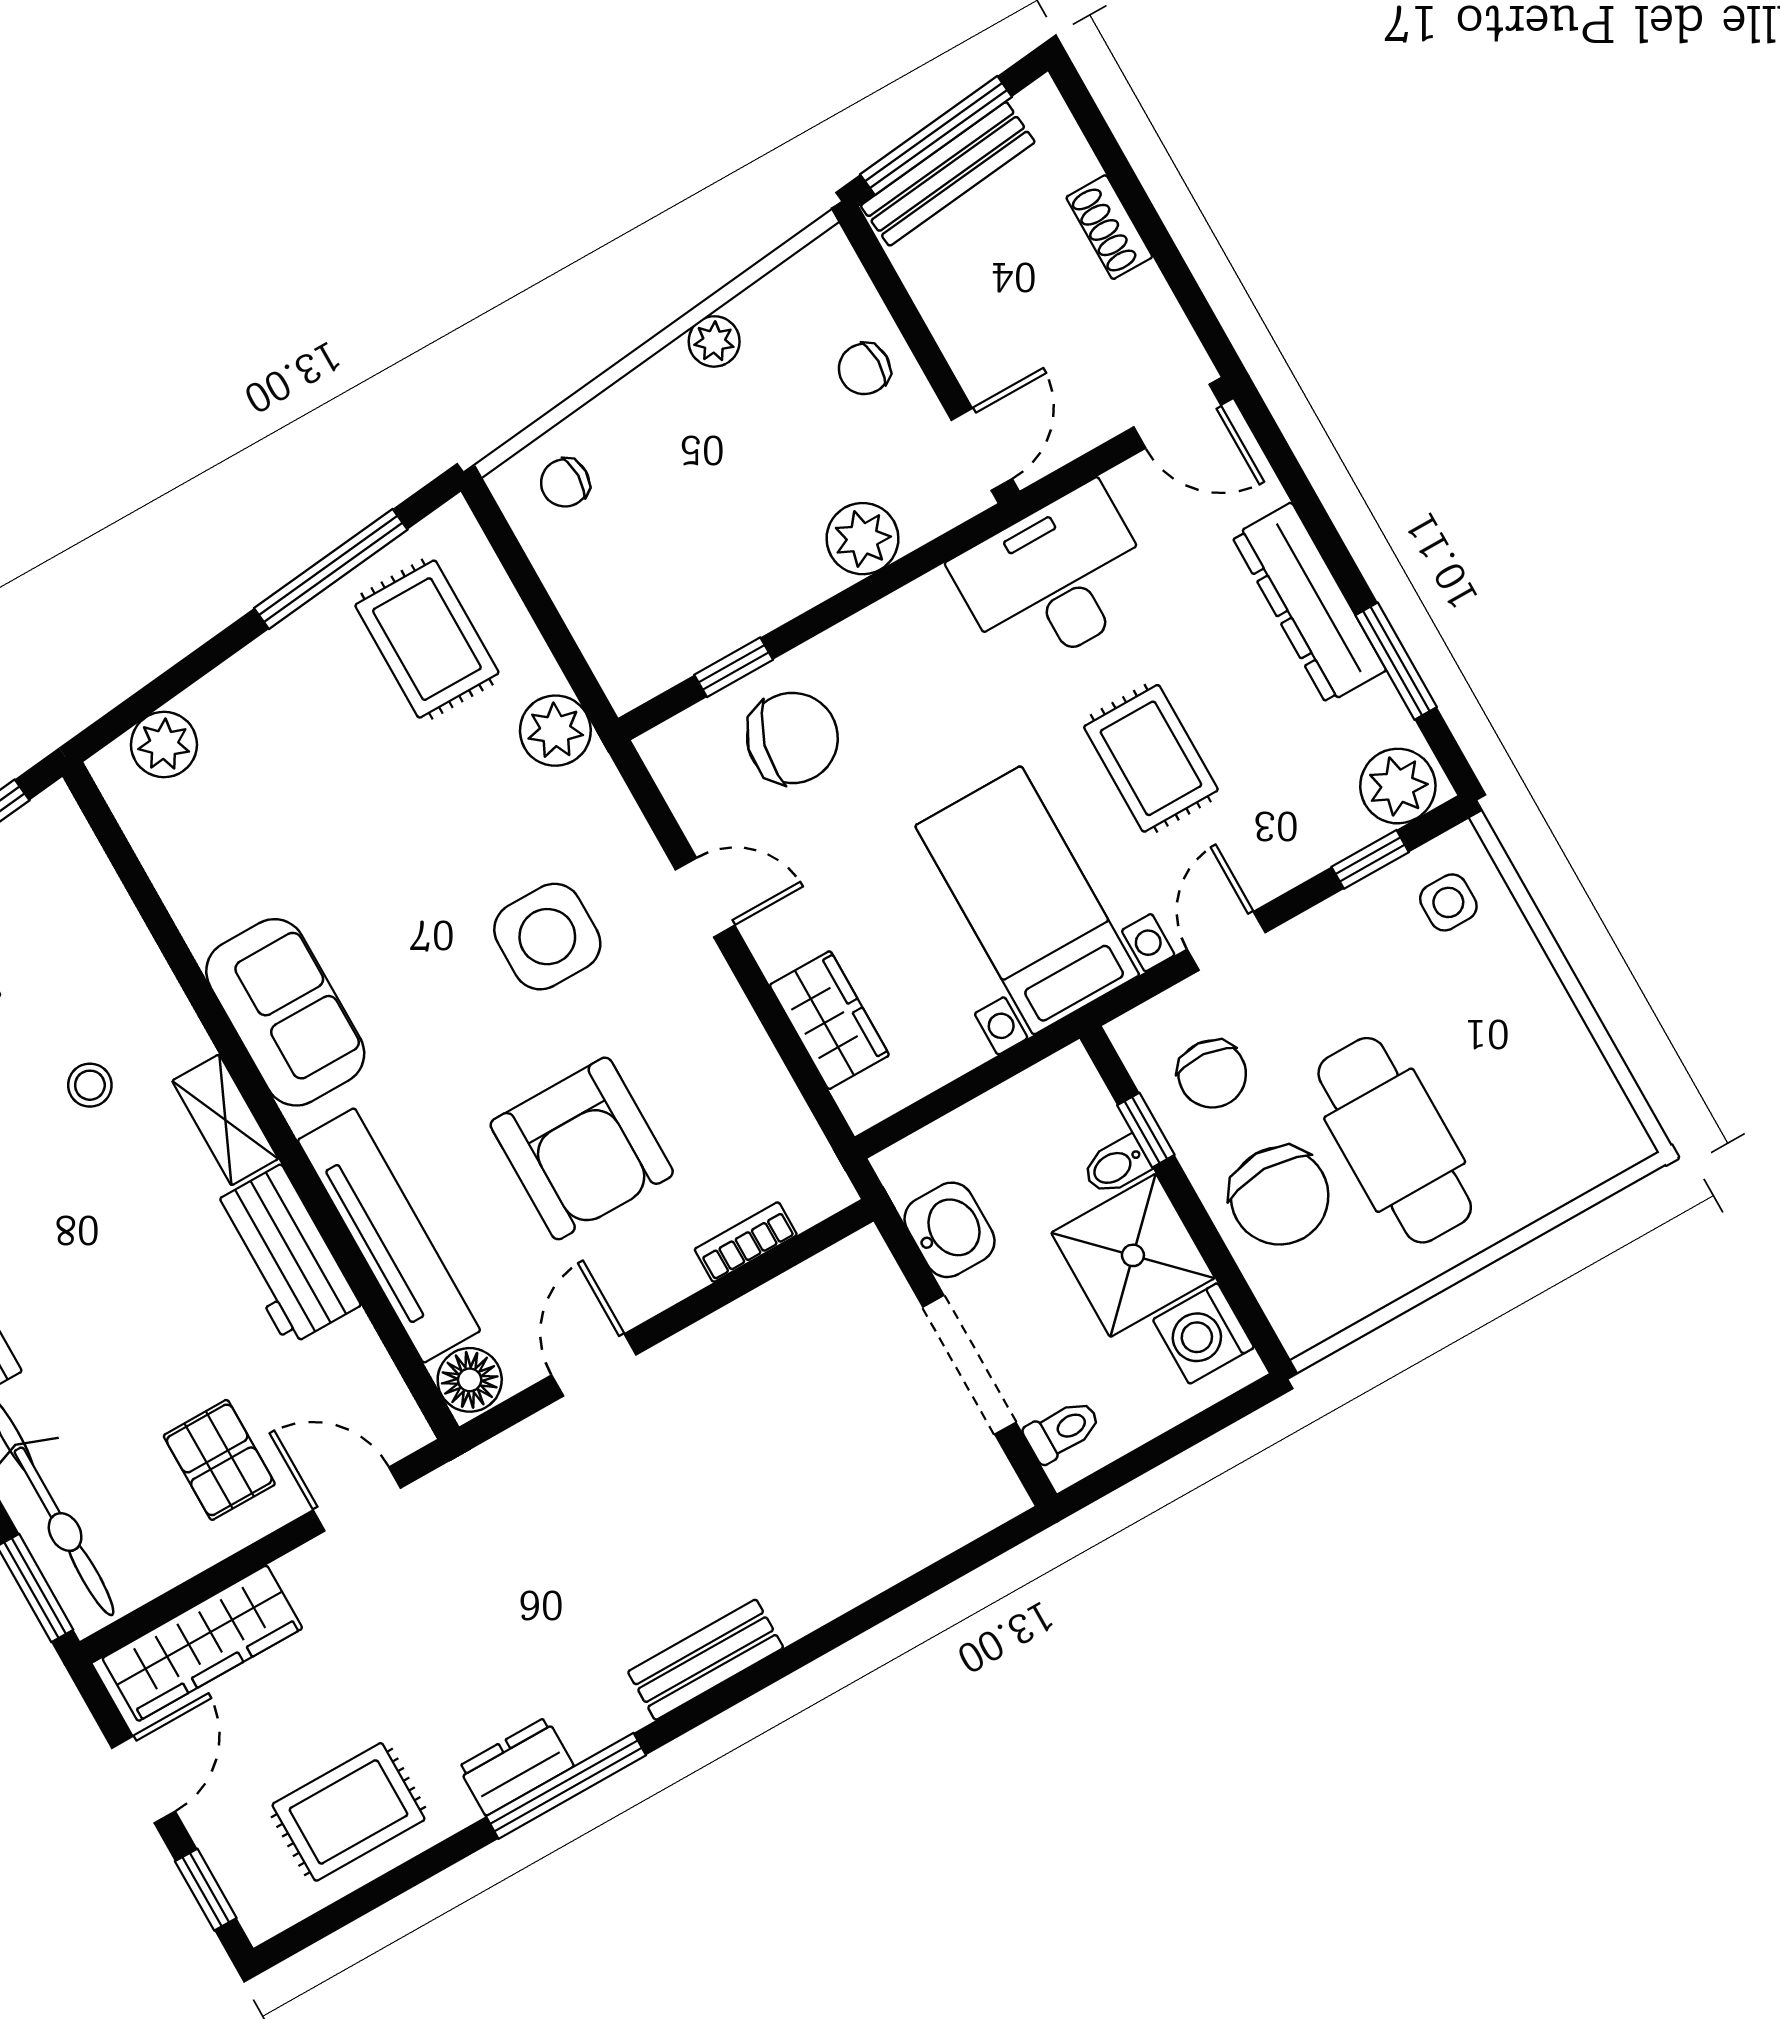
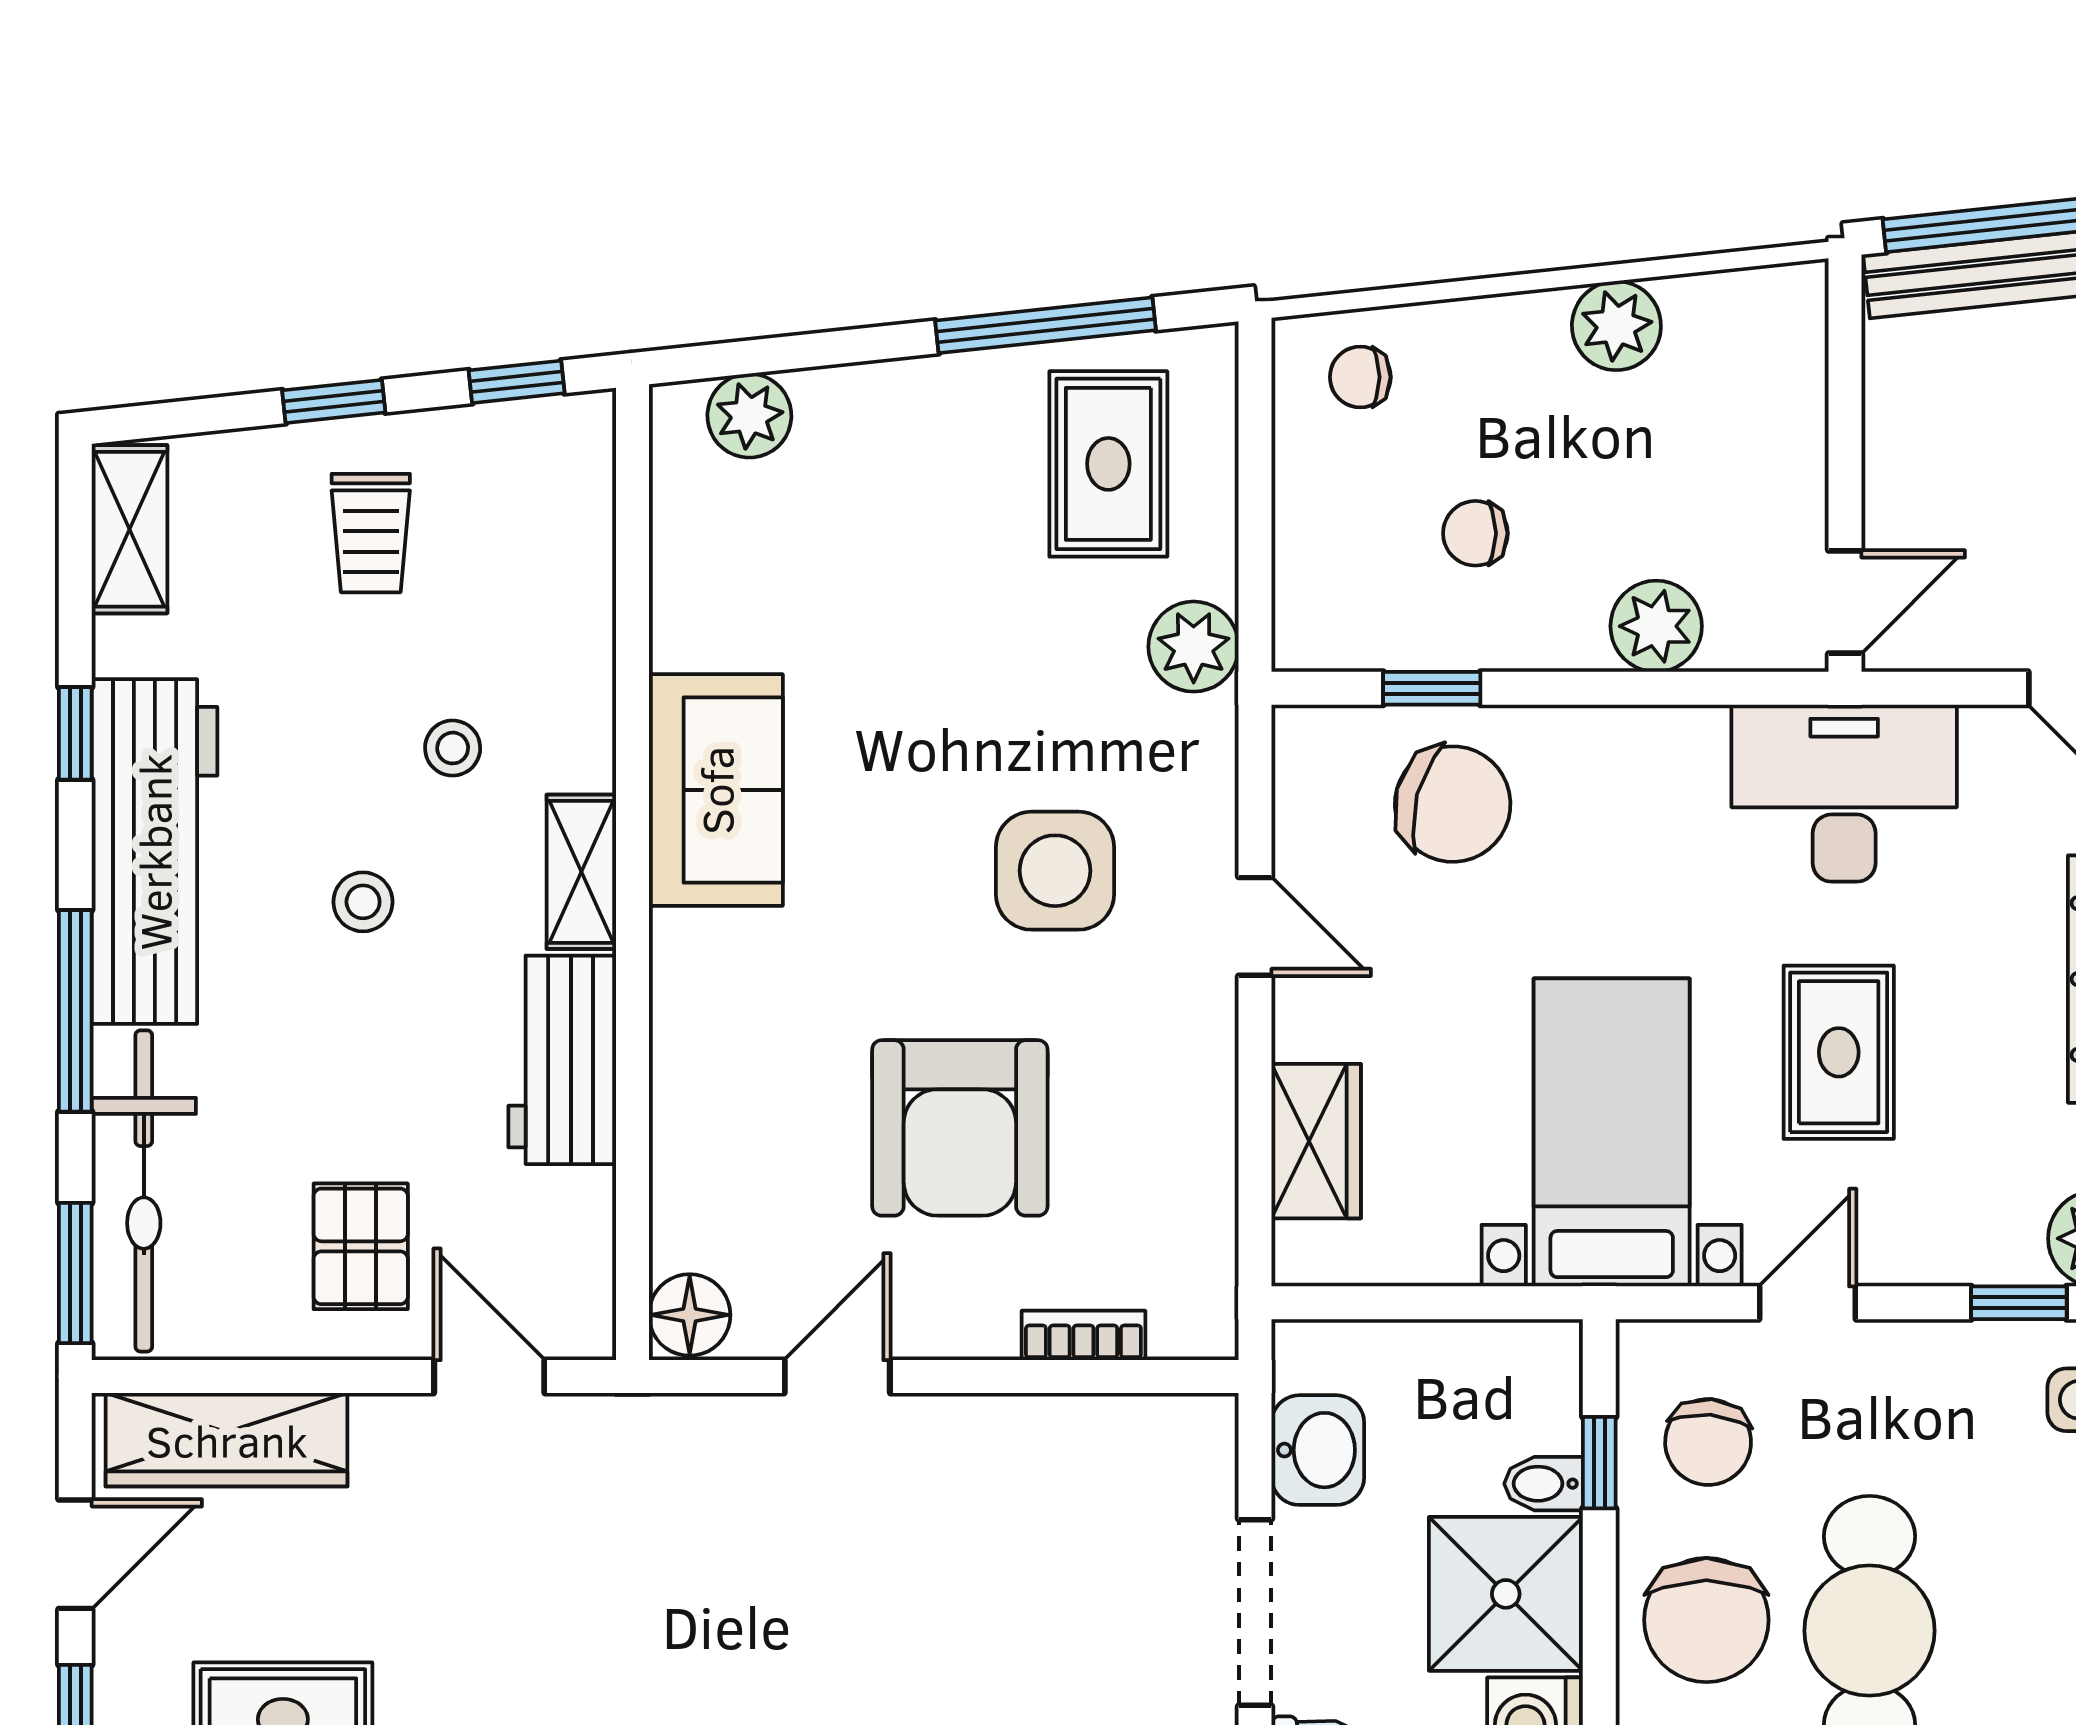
plant: (714, 341) -> (1616, 326), width x1.38, depth x1.38
chair: (864, 369) -> (1475, 533), moved
stool: (88, 1224) -> (363, 902), added
tv unit: (389, 1235) -> (691, 1103), removed

